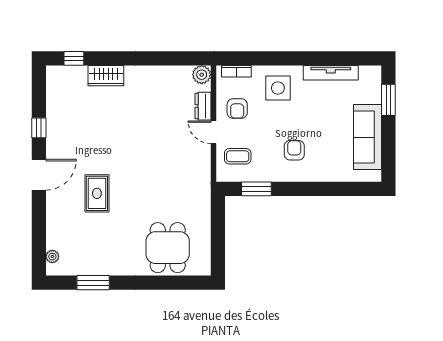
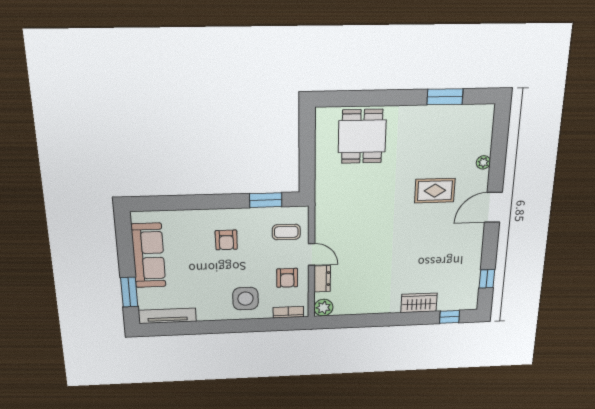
tv unit: (331, 73) -> (167, 316), moved
armchair: (237, 109) -> (287, 278), turned 180
window: (39, 128) -> (487, 279), moved
rug: (97, 193) -> (435, 191), turned 90
plant: (52, 257) -> (483, 162), moved

